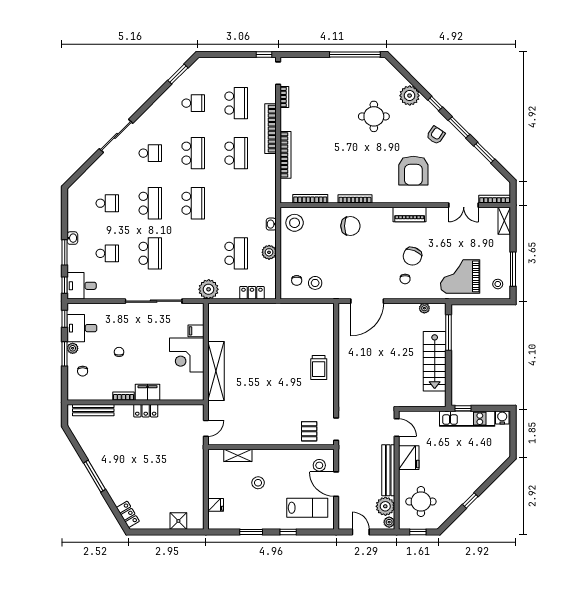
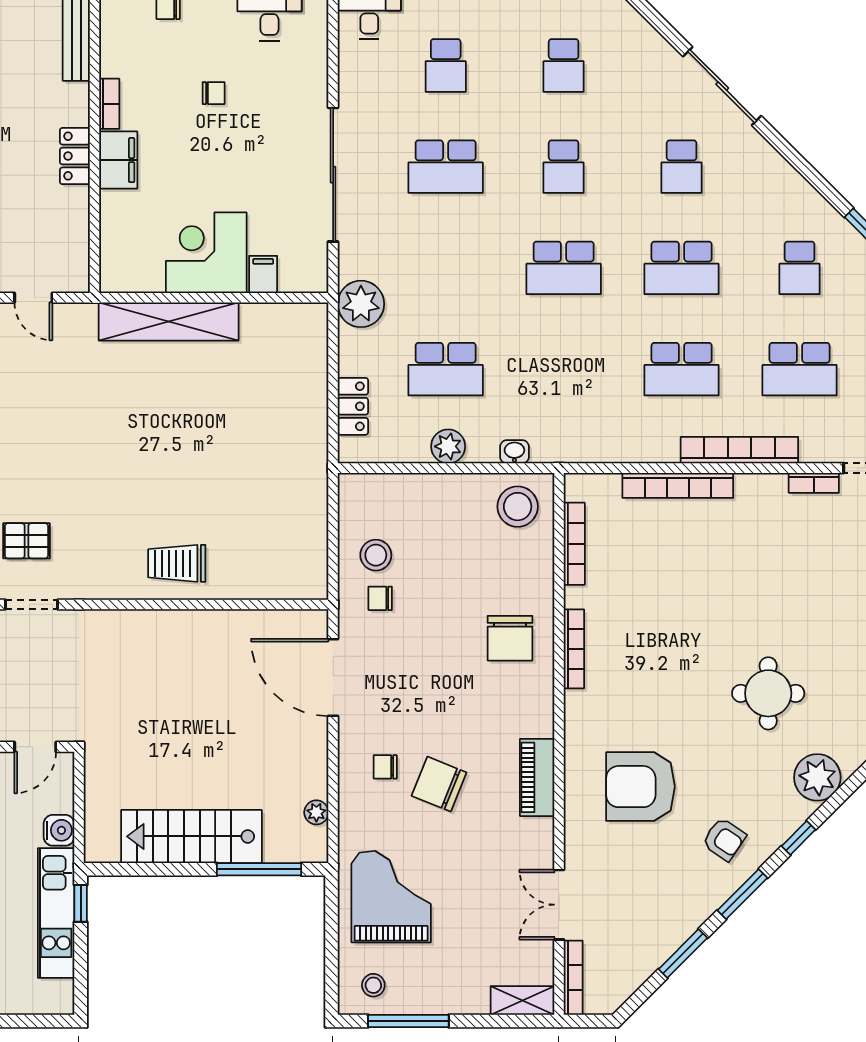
school desk: (150, 203) -> (564, 167), width x0.54
chair: (297, 280) -> (380, 598), moved
water cooler: (502, 417) -> (59, 830), moved

